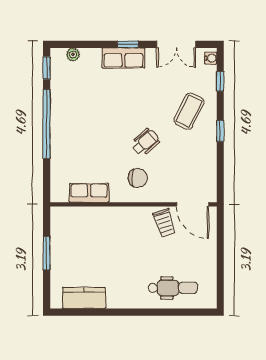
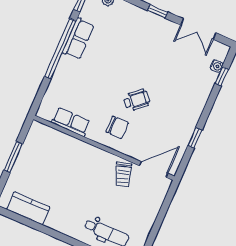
row of seats: (123, 58) -> (78, 39), moved, turned -90
water cooler: (211, 58) -> (217, 66), moved
coffee table: (189, 111) -> (185, 90), removed
window: (220, 131) -> (195, 138), moved
door: (193, 204) -> (154, 169), swing flipped

